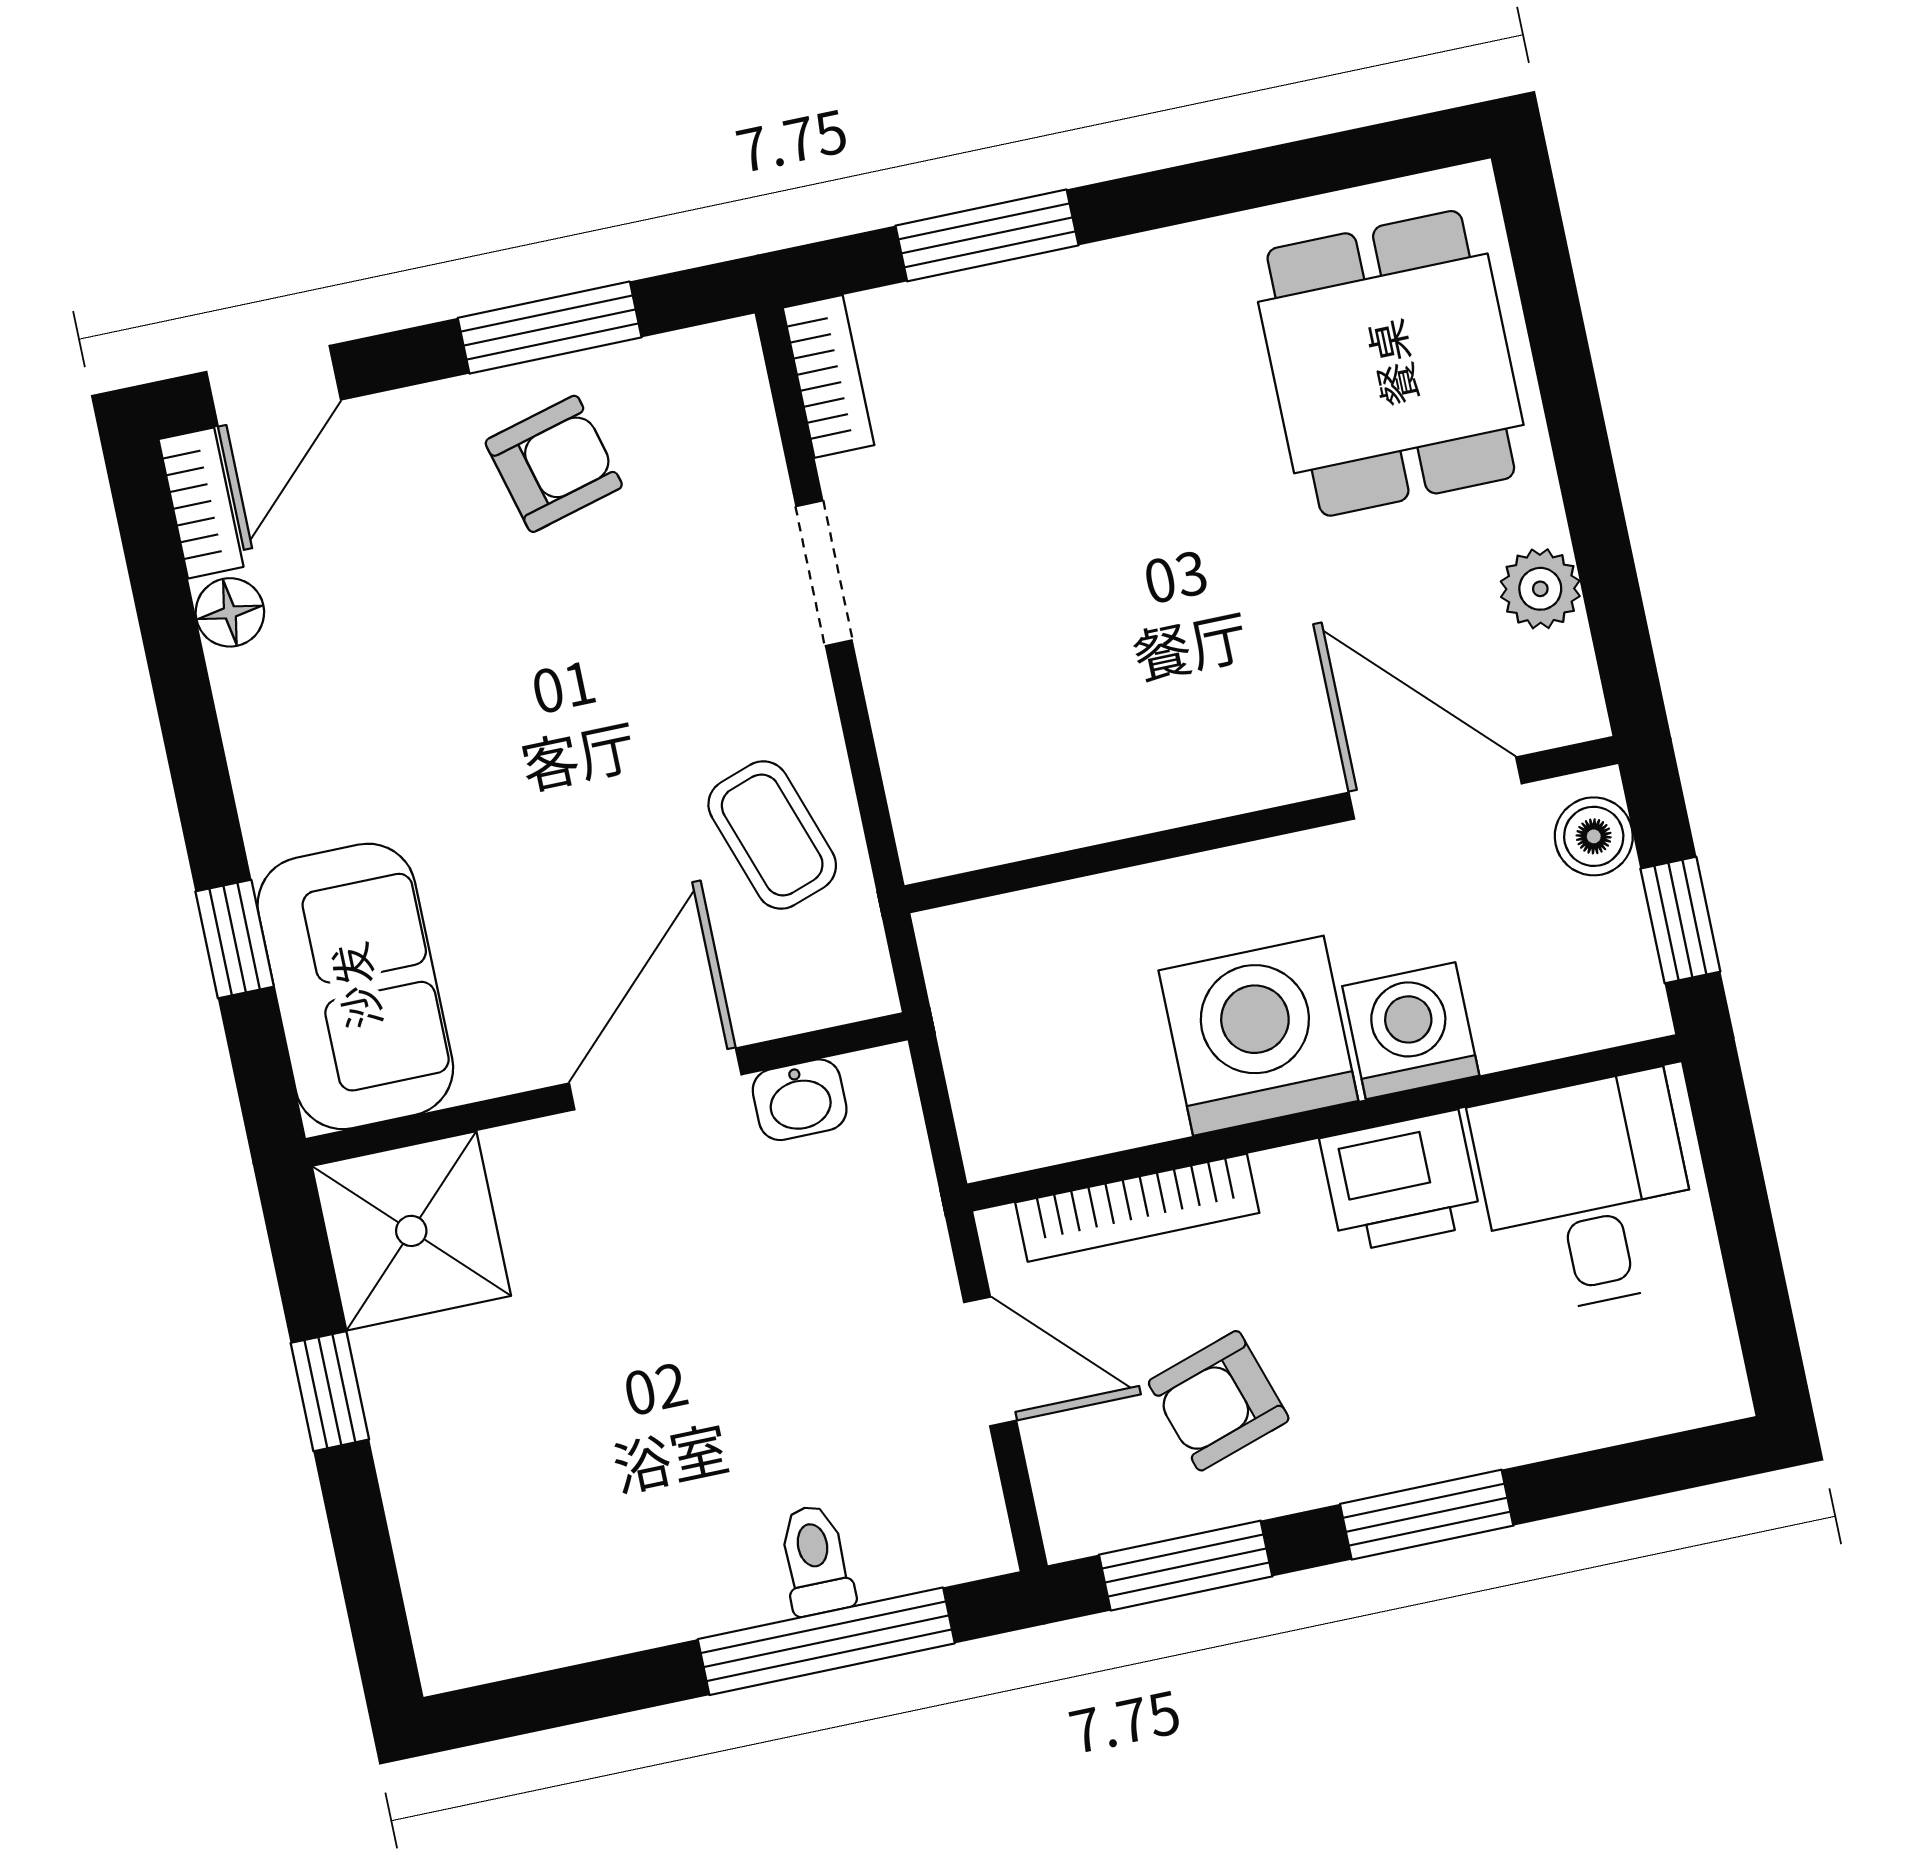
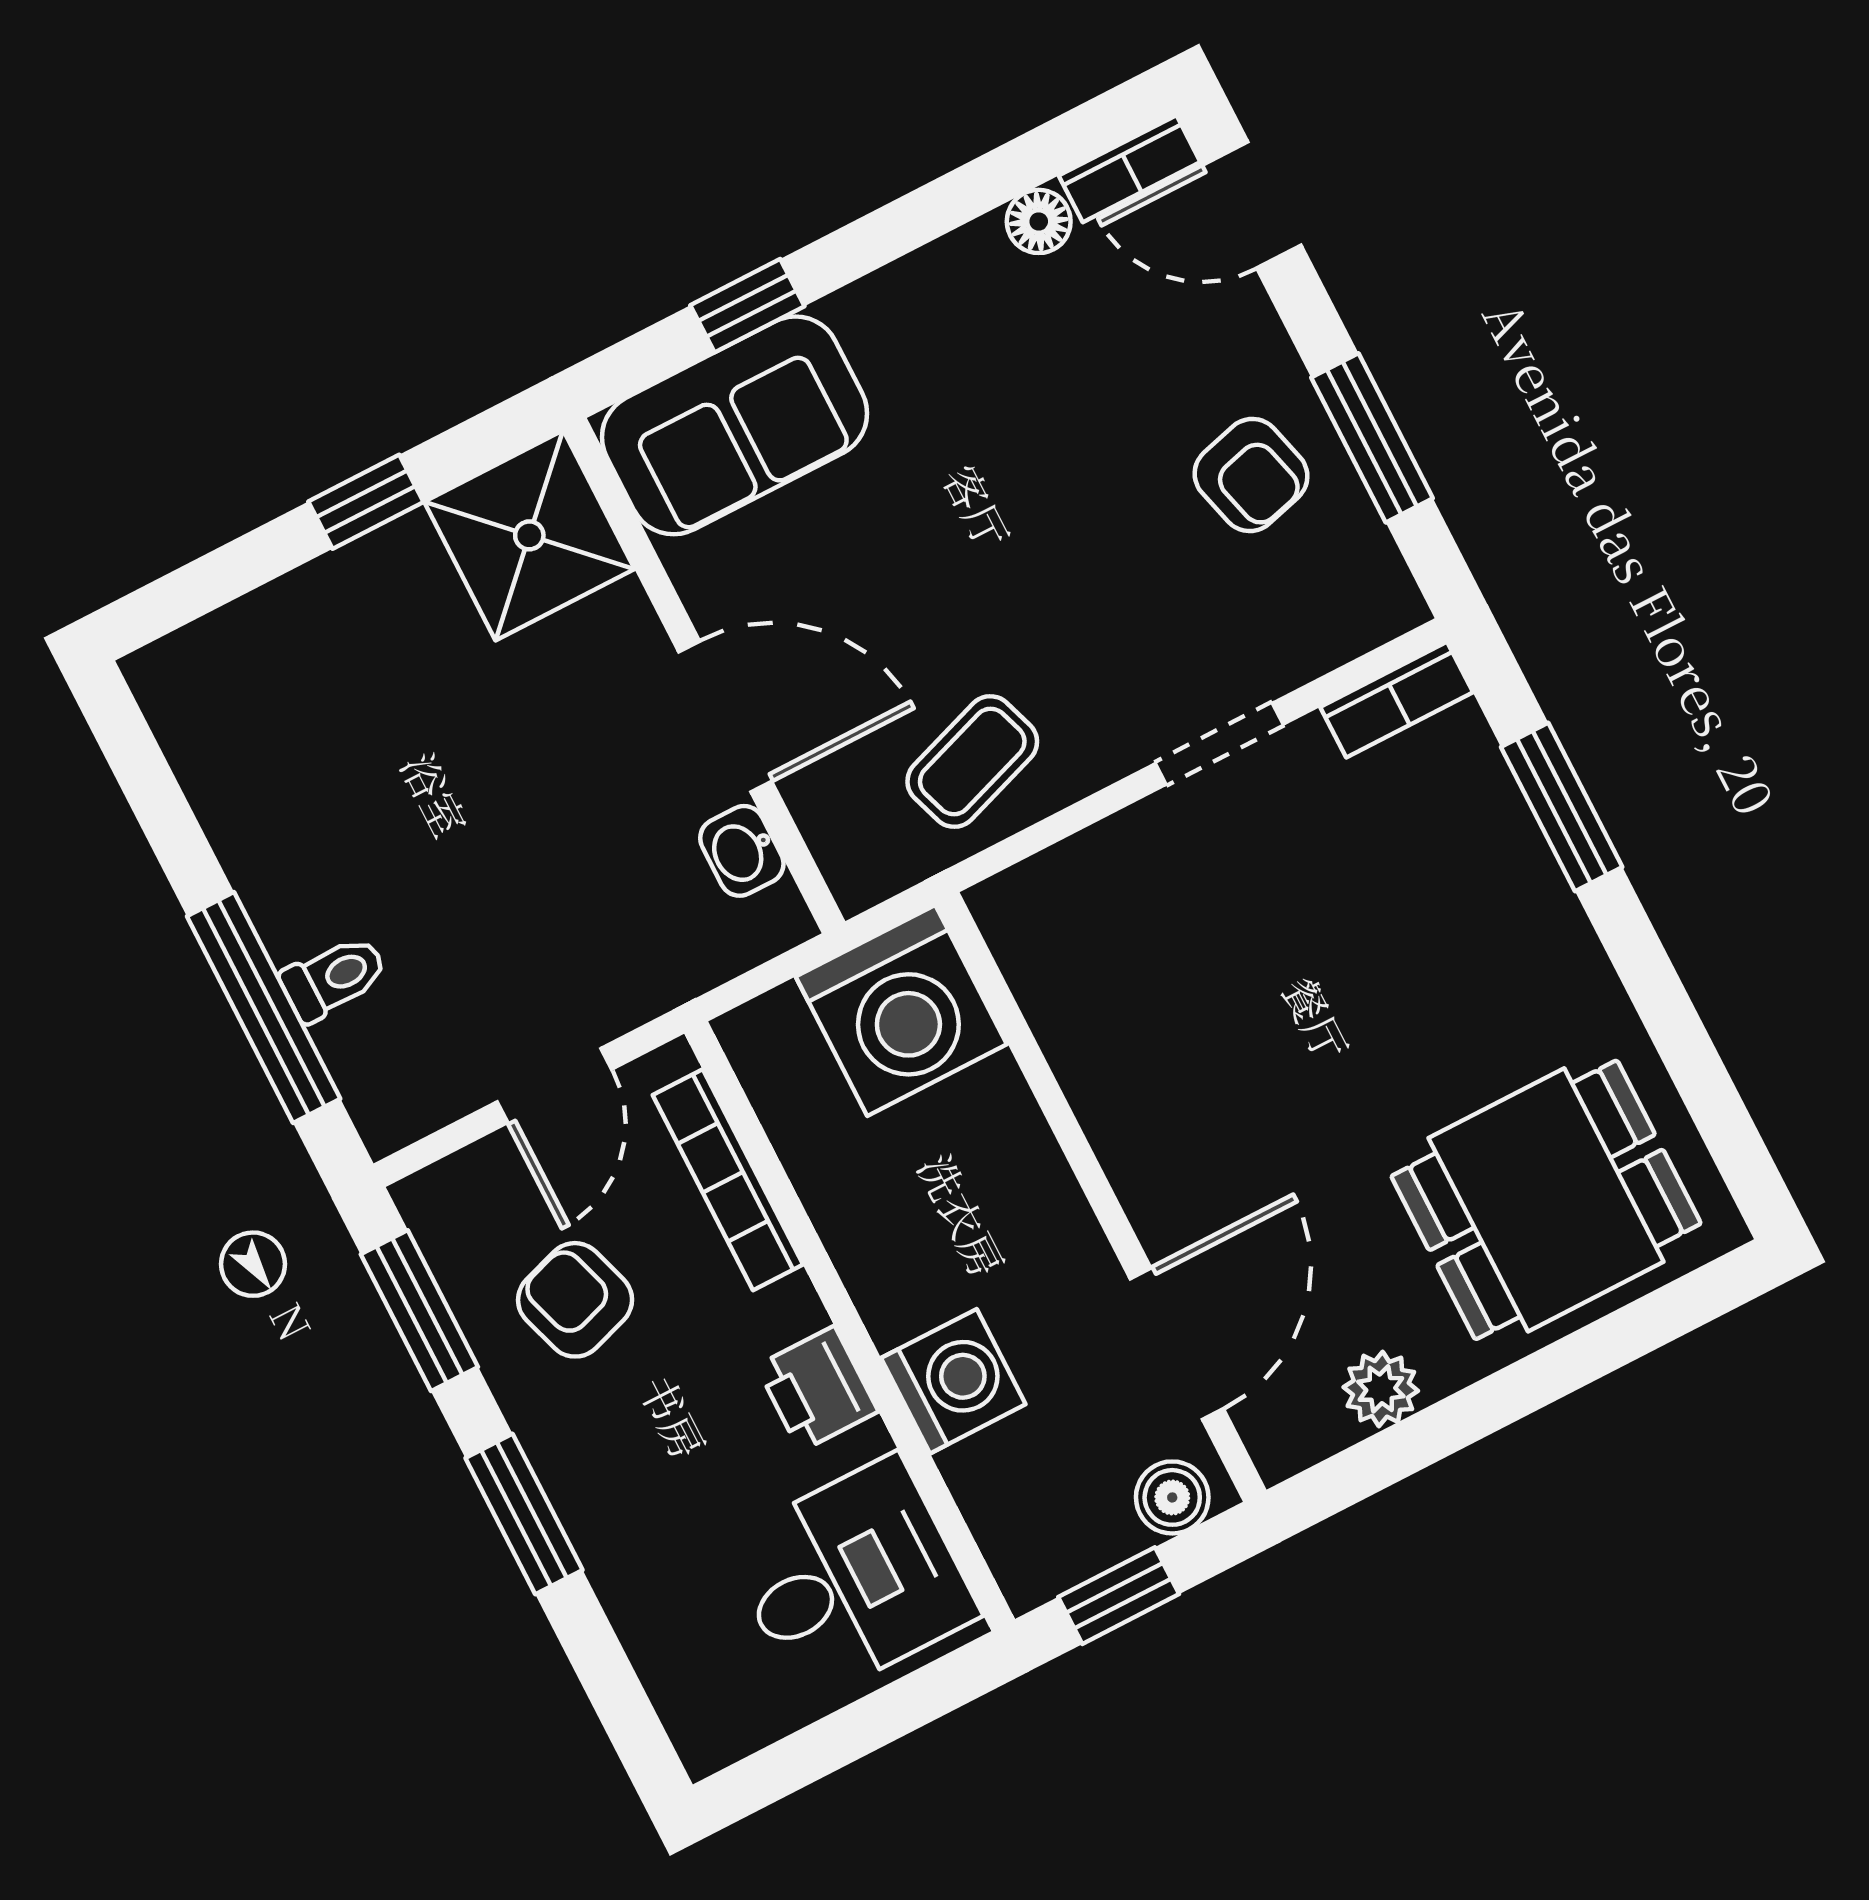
washing machine: (1258, 1036) -> (901, 1010), moved, turned 90
printer: (1401, 1181) -> (817, 1389), width x0.73, depth x0.81

